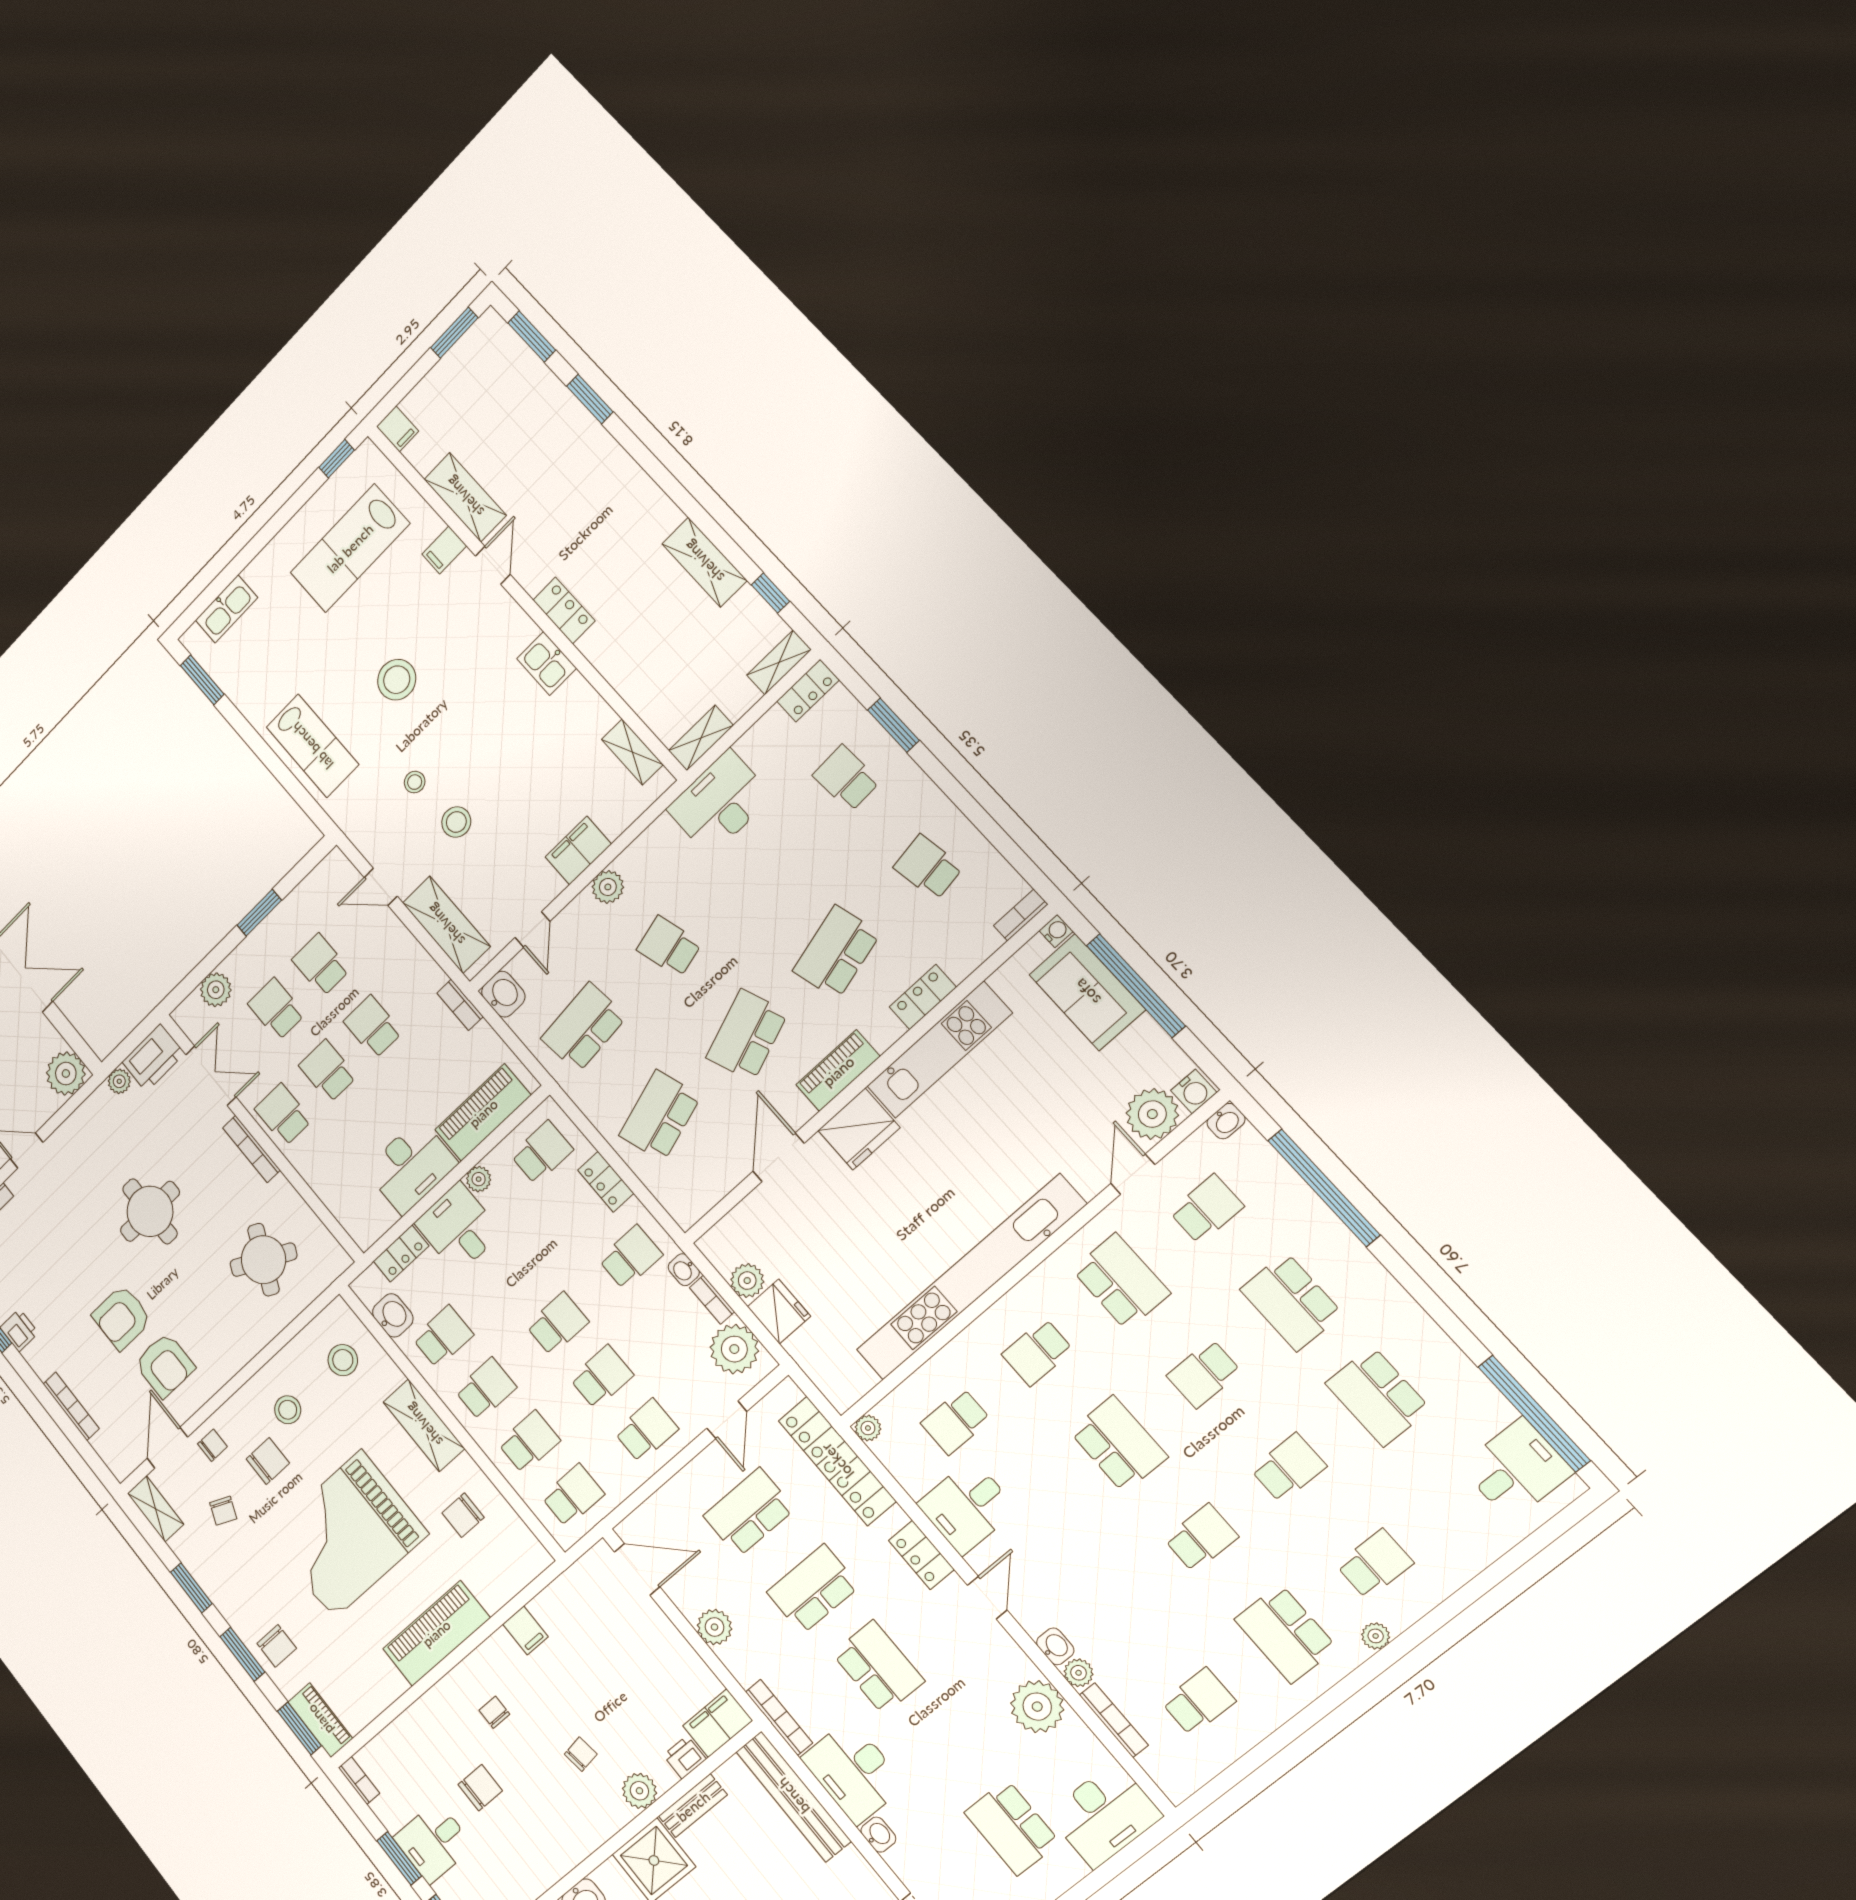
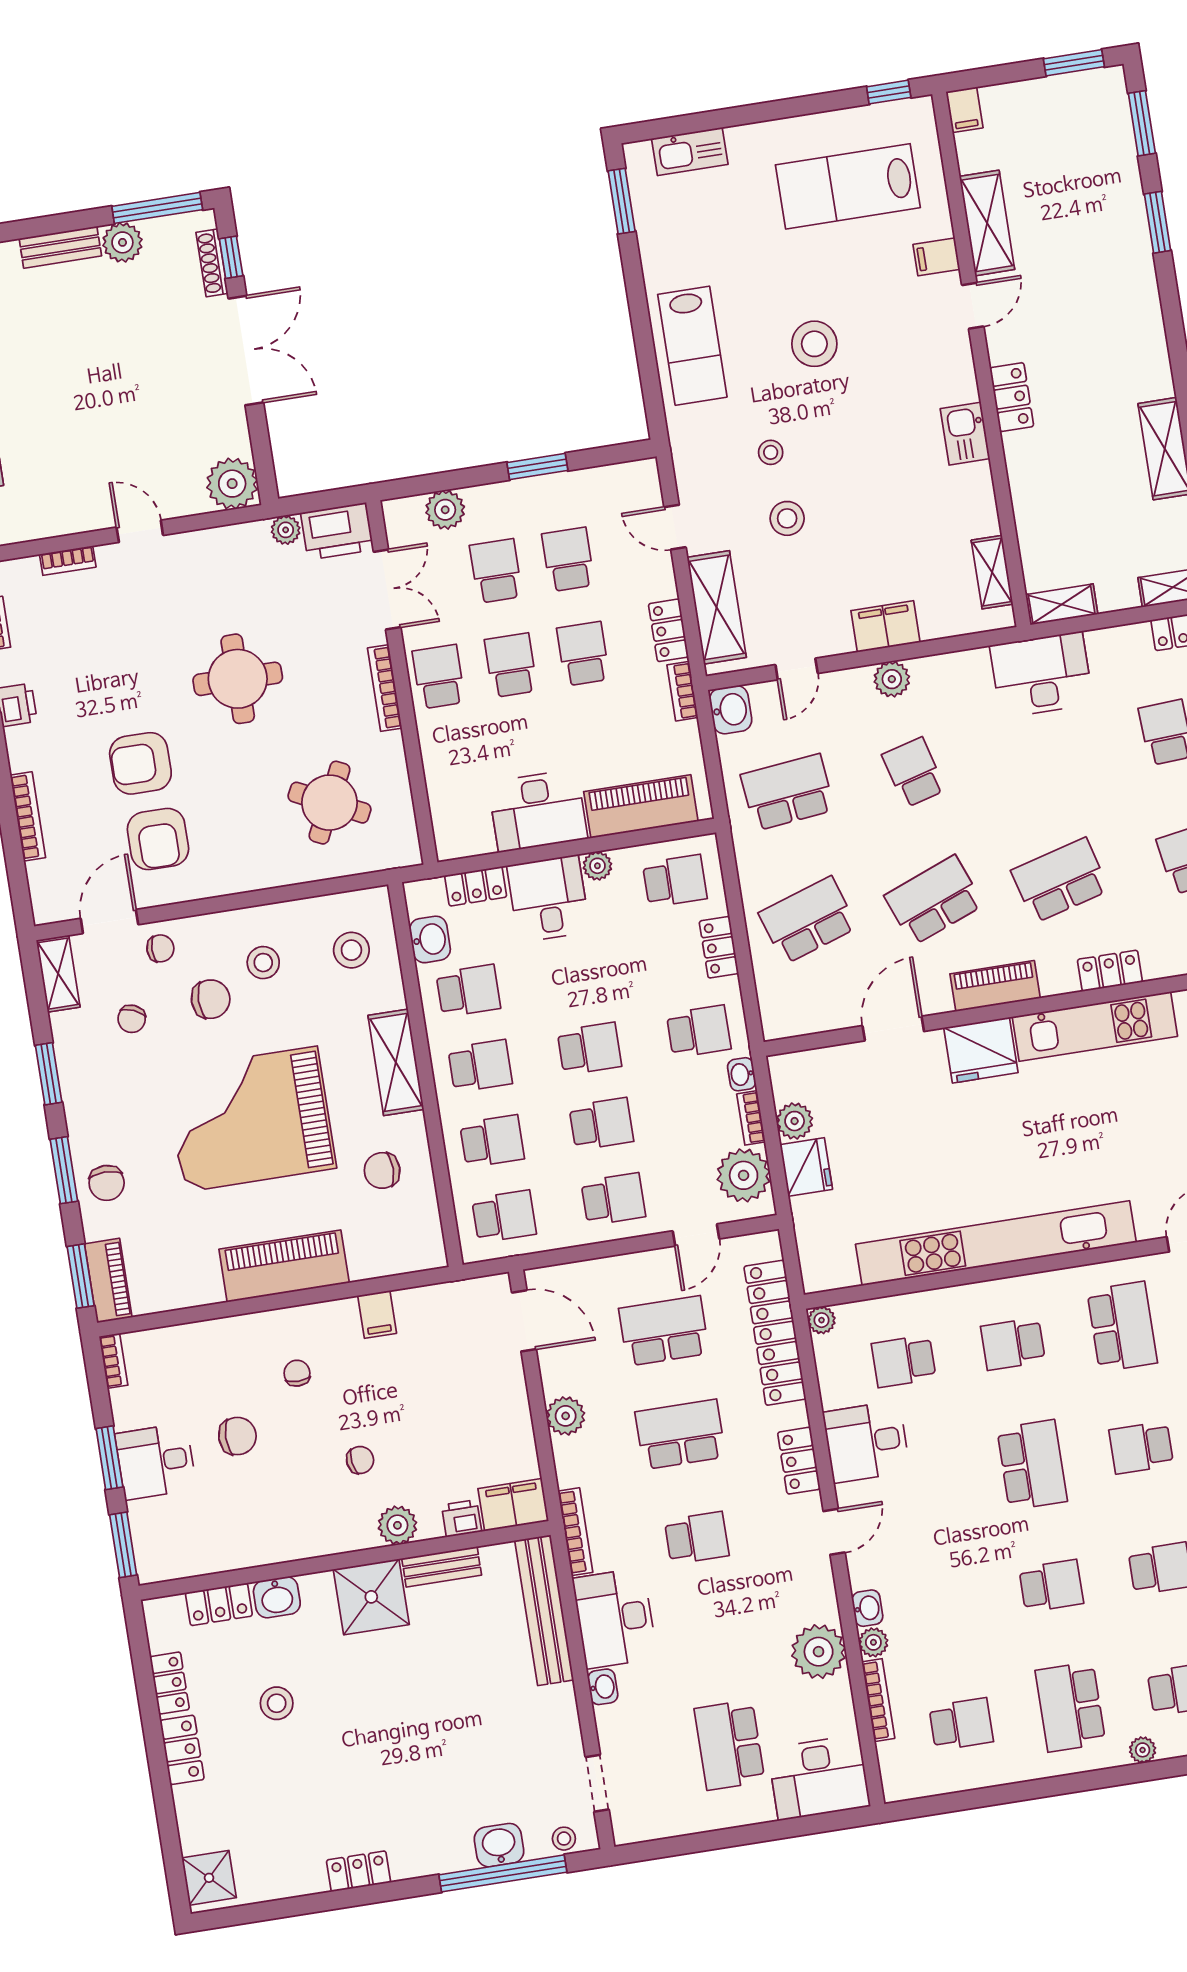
locker: (422, 966) -> (668, 630), added
school desk: (878, 1667) -> (697, 1538), width x0.54

